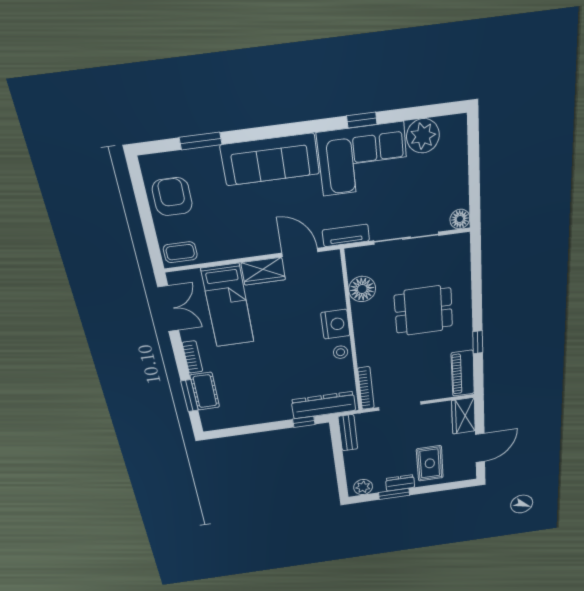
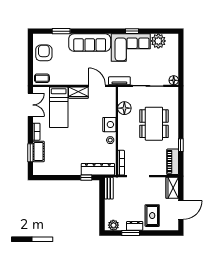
dining table: (424, 311) -> (154, 124), width x1.38

